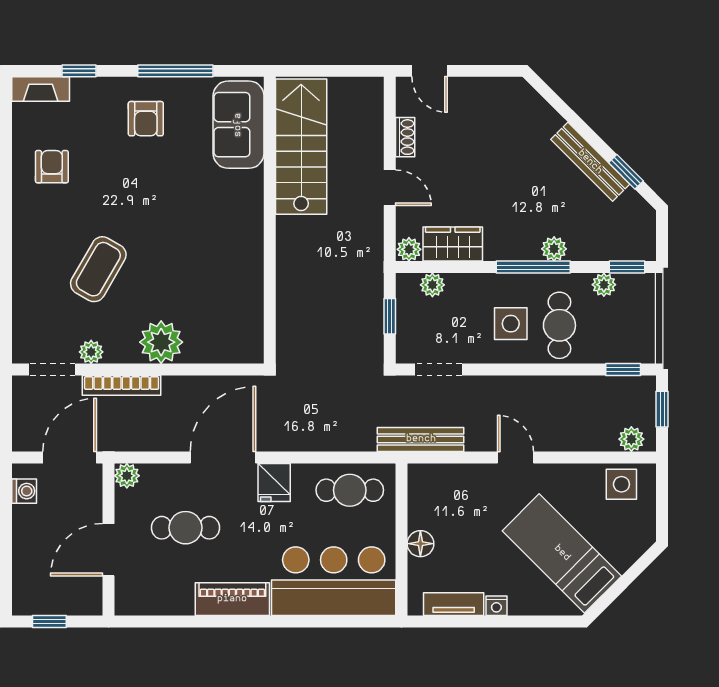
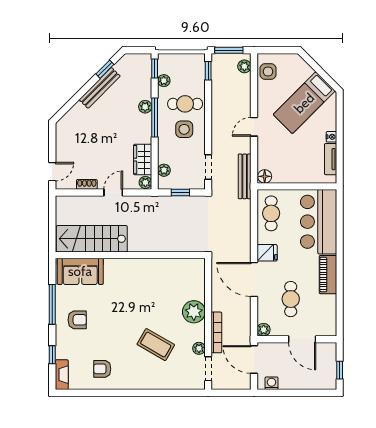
window: (662, 409) -> (229, 50), width x1.50
floor lamp: (420, 544) -> (265, 176), moved

